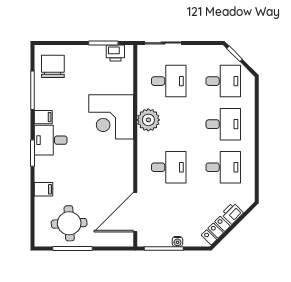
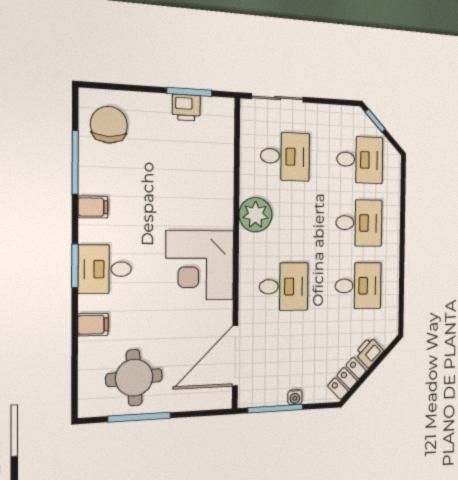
printer: (115, 53) -> (186, 108), moved
corner desk: (111, 117) -> (200, 265), moved
desk: (51, 140) -> (105, 269), moved

